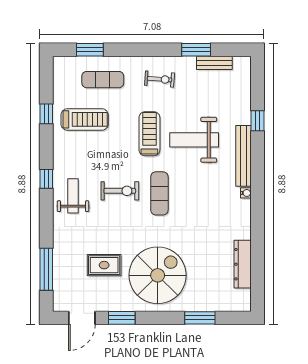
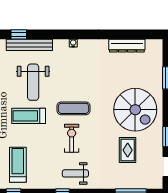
bench: (244, 156) -> (29, 45), moved
spiral stairs: (158, 275) -> (135, 110), turned 180

